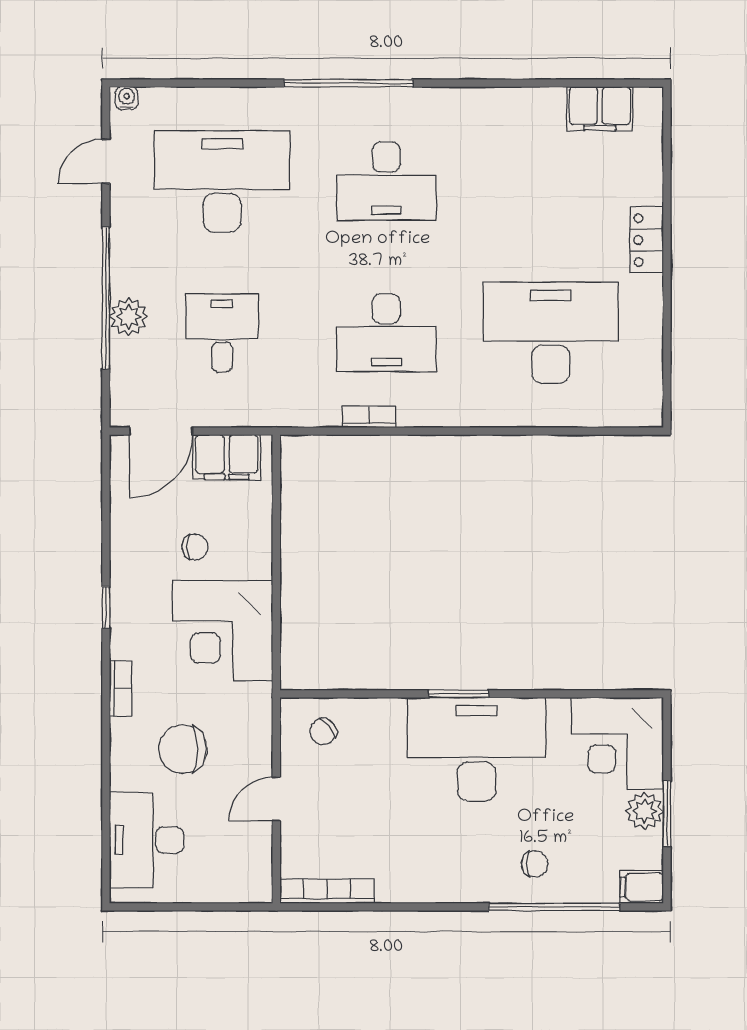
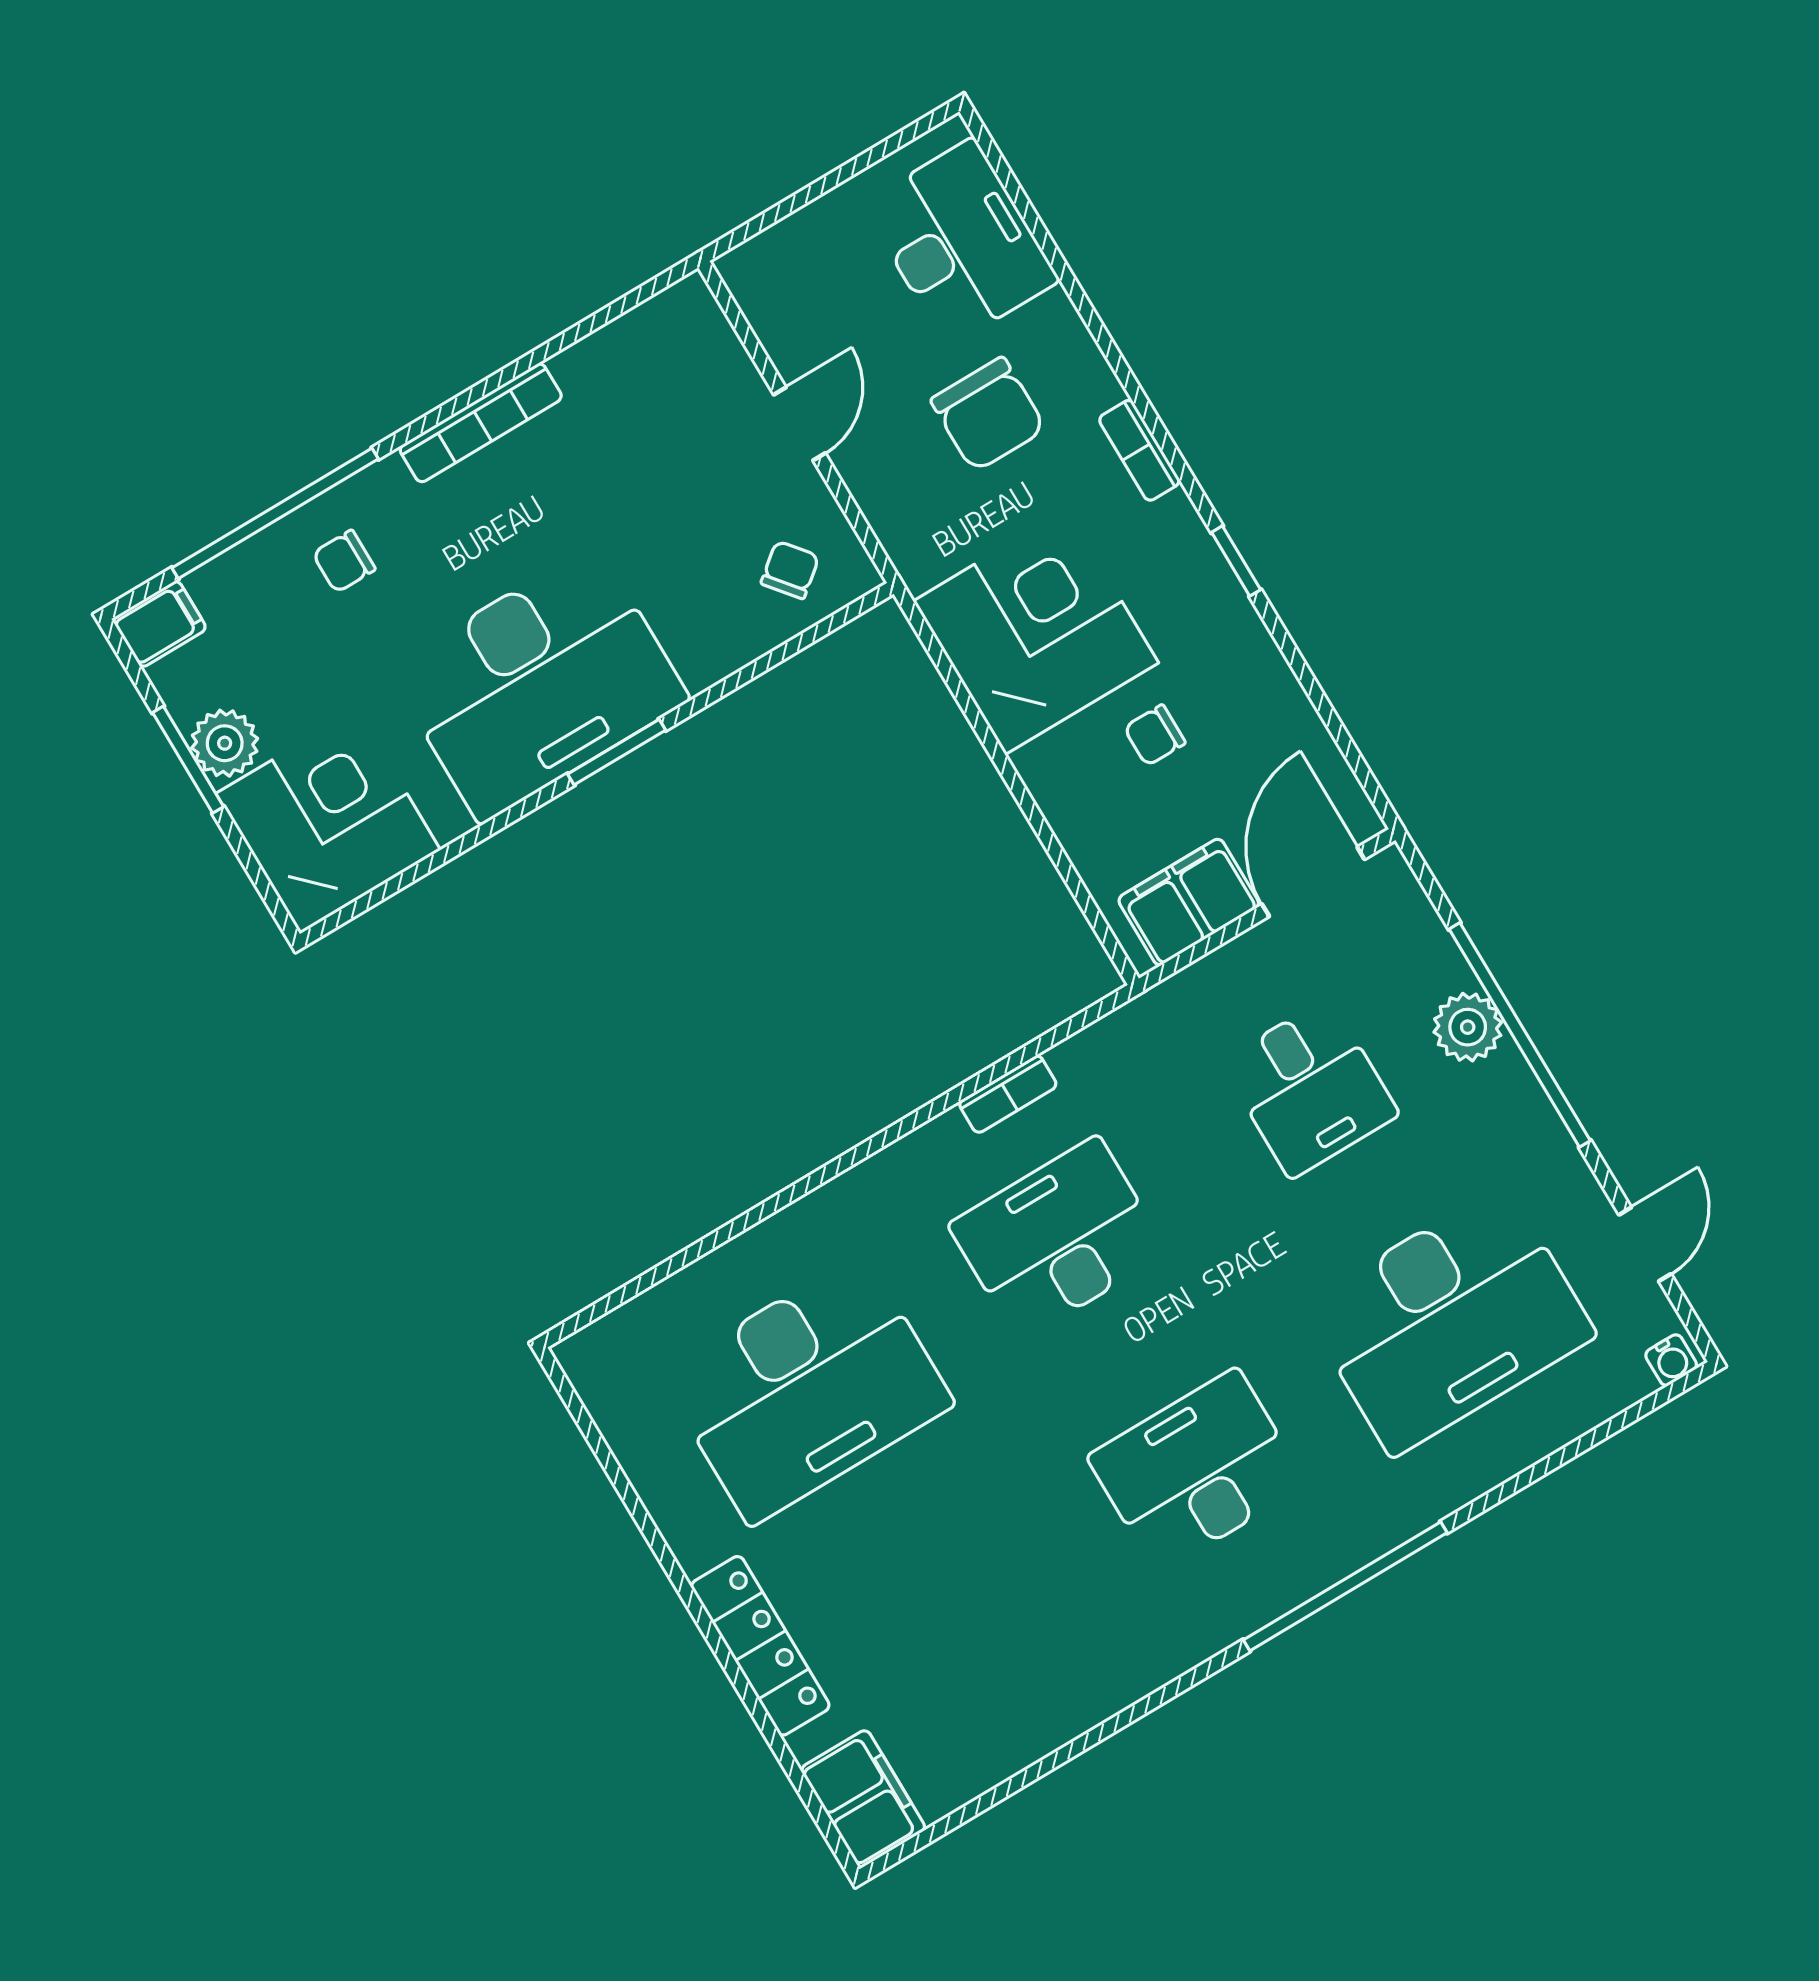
filing cabinet: (600, 109) -> (863, 1799), moved, turned 90
locker: (647, 240) -> (760, 1646), width x1.53
chair: (183, 749) -> (988, 414), turned 90
bookcase: (327, 891) -> (481, 423), moved

